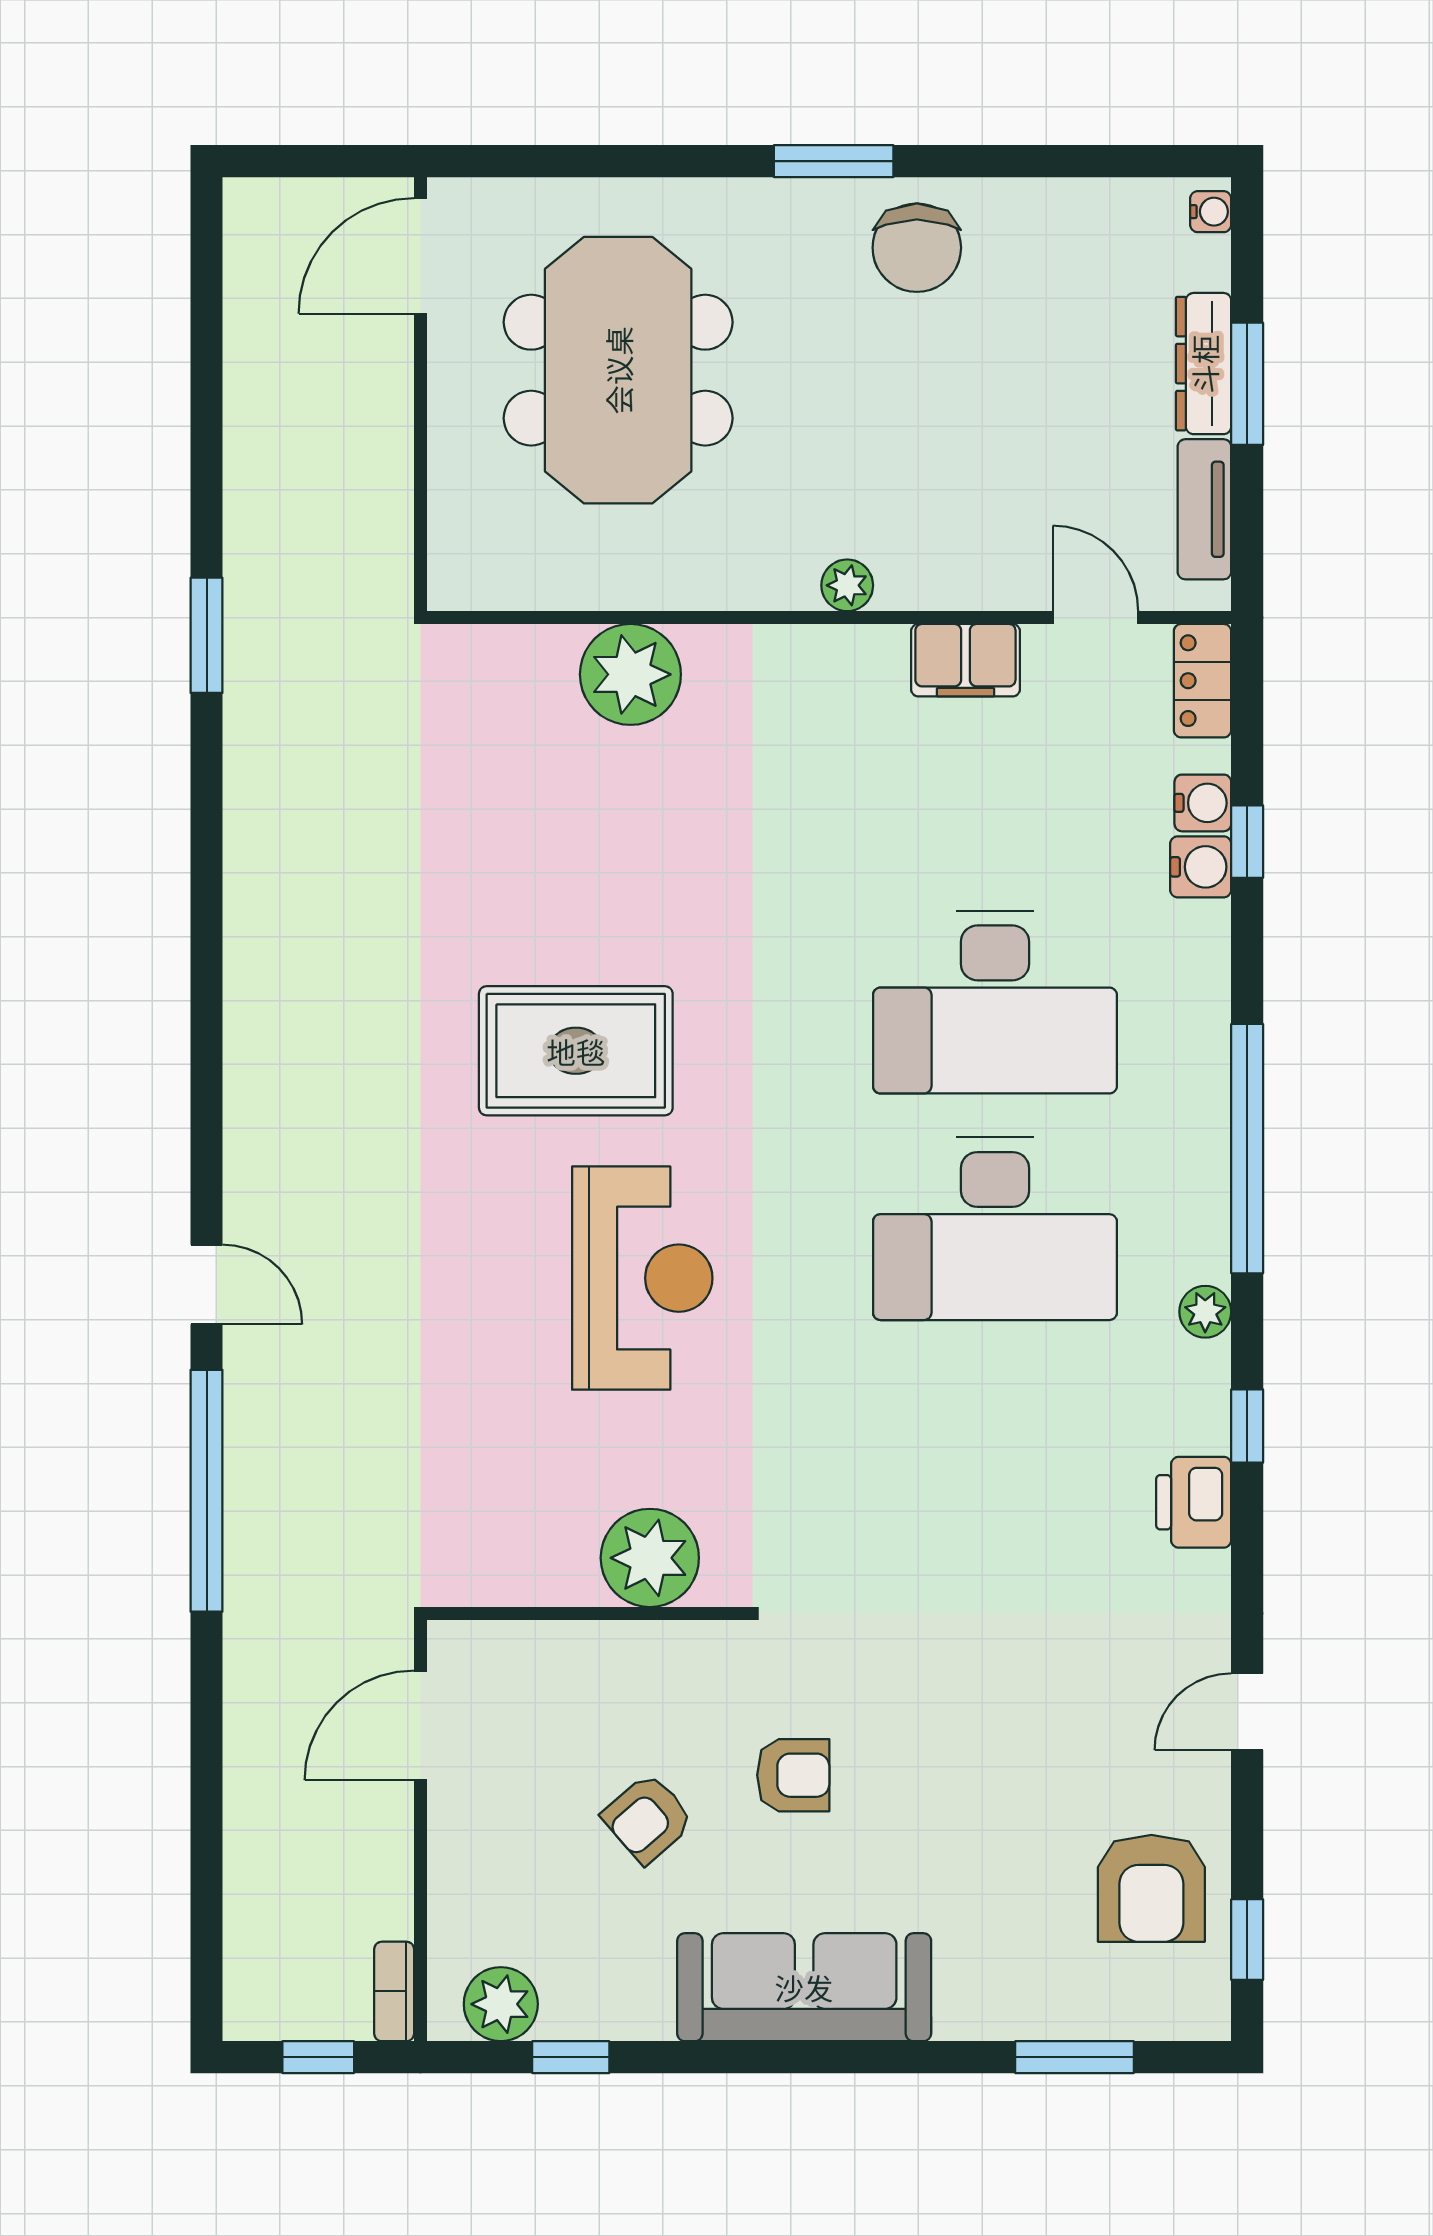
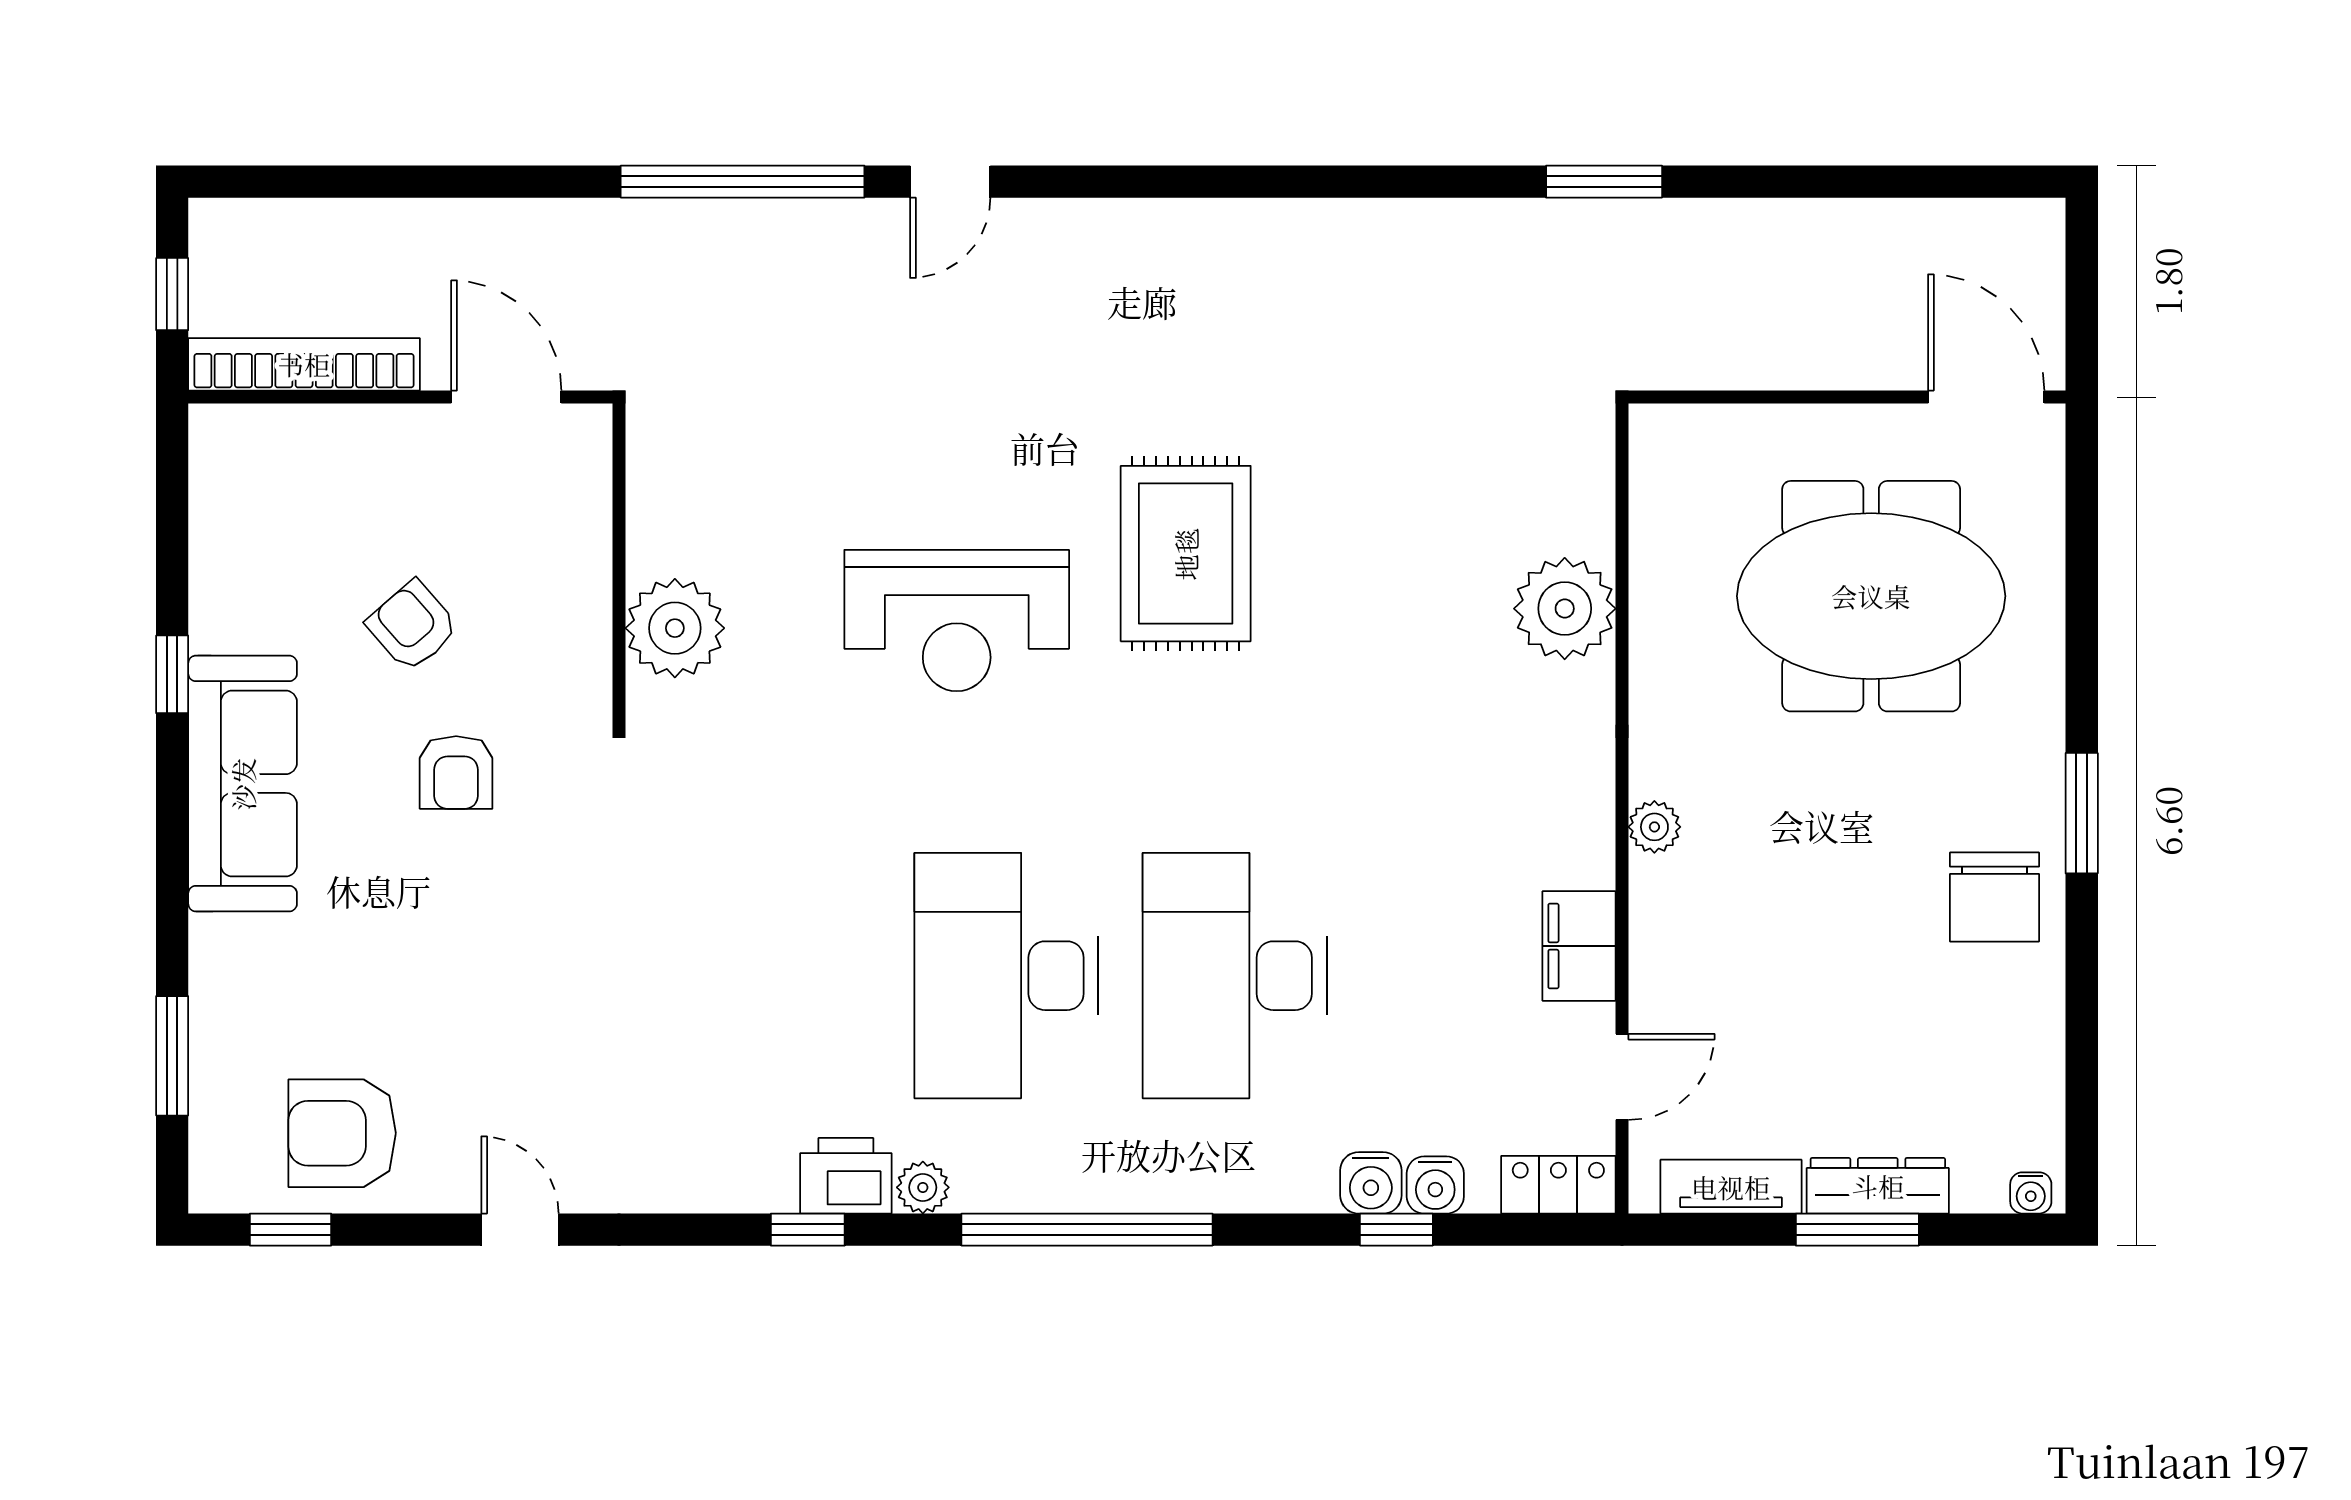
chair: (917, 248) -> (1994, 897), turned -90
printer: (1194, 1502) -> (846, 1176), moved
bookcase: (394, 1991) -> (304, 364), width x2.31, depth x1.31
plant: (501, 2004) -> (225, 478), removed
window: (571, 2057) -> (172, 674), moved

